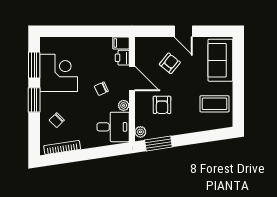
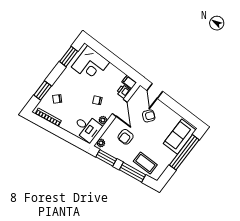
door: (183, 31) -> (155, 91), moved
corner desk: (59, 73) -> (90, 64), moved, turned 90
window: (238, 73) -> (184, 152), added
window: (34, 100) -> (43, 91), moved
coffee table: (214, 104) -> (145, 163), moved
window: (199, 138) -> (132, 172), added

